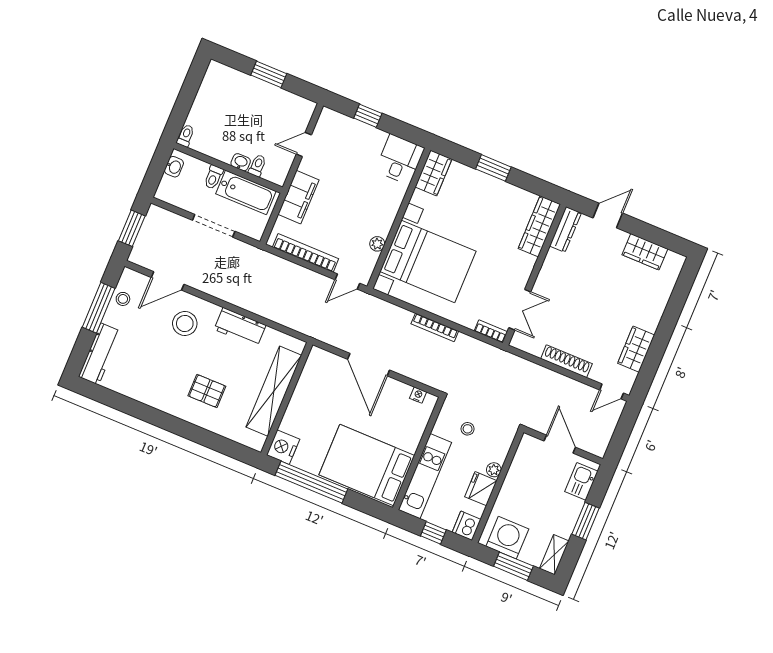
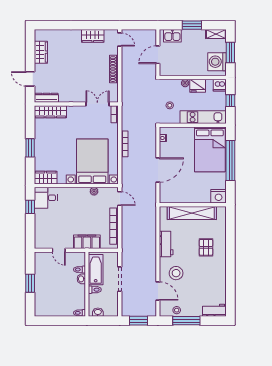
window: (368, 116) -> (30, 207), moved
workbench: (100, 354) -> (214, 310), width x0.73
window: (311, 482) -> (230, 161), moved

